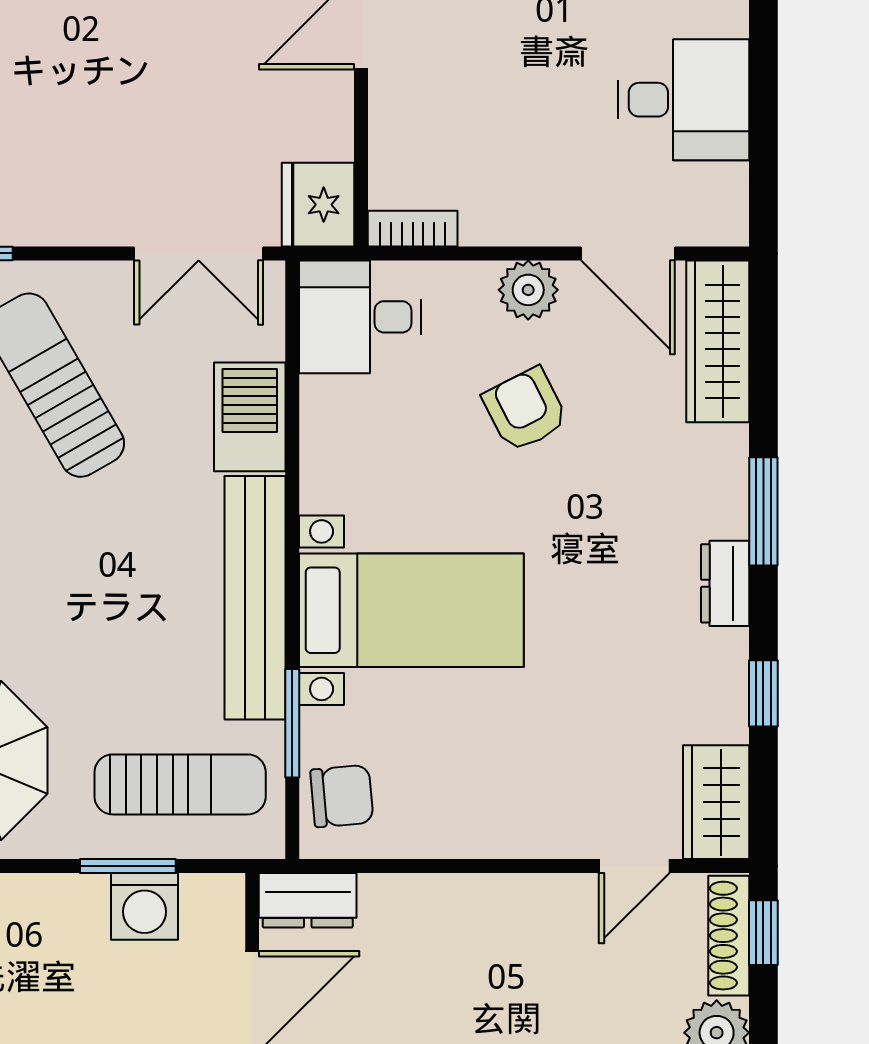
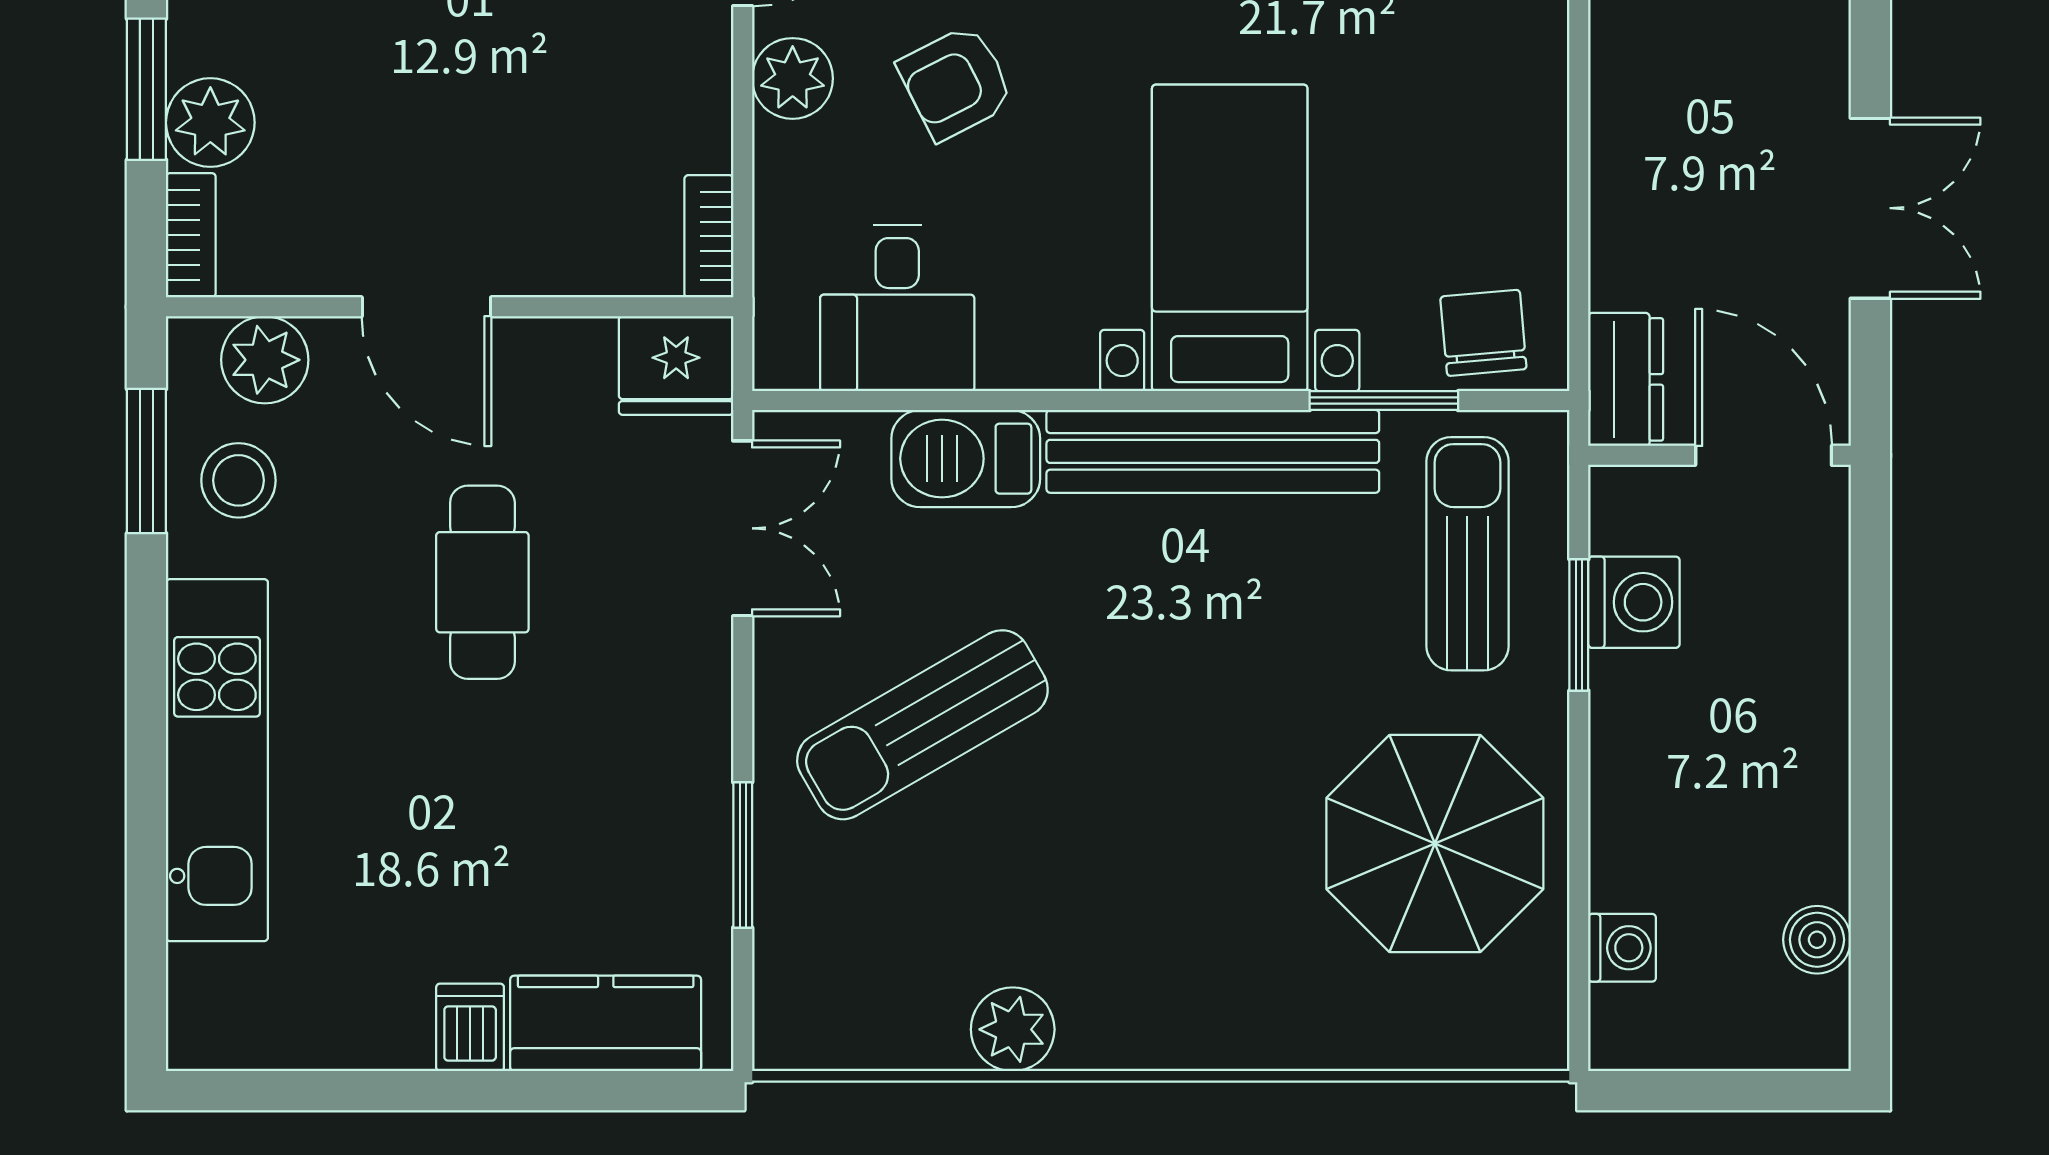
cafe table: (159, 63) -> (482, 582), added
desk: (360, 317) -> (897, 308), moved

